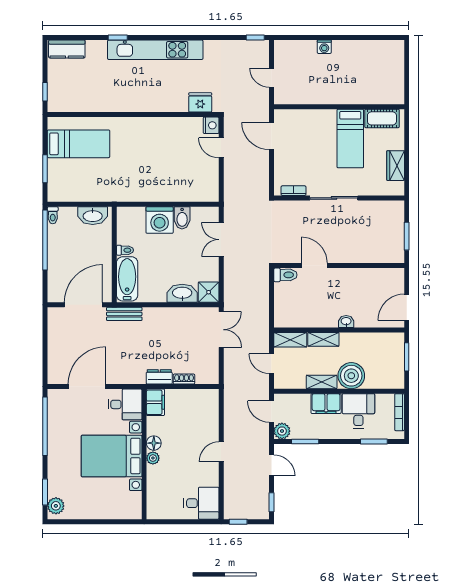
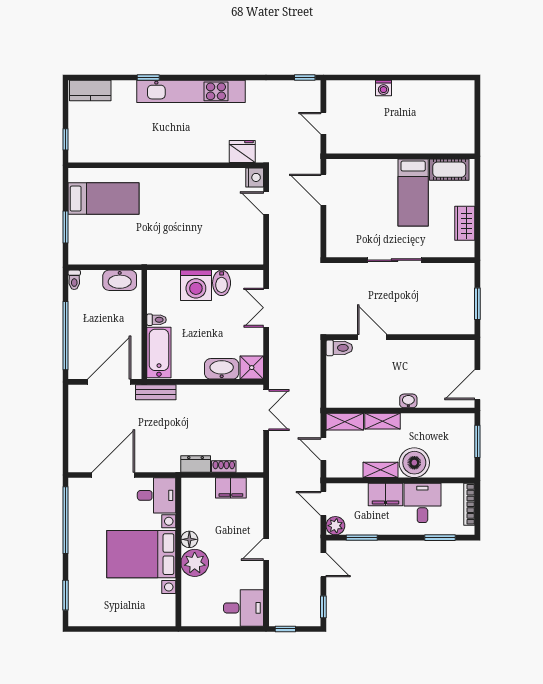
bookcase: (293, 191) -> (348, 252), removed
window: (45, 240) -> (66, 336), moved
filing cabinet: (155, 402) -> (231, 488), moved, turned 90
plant: (153, 458) -> (195, 563), width x1.88, depth x1.88
plant: (56, 506) -> (78, 611), removed

